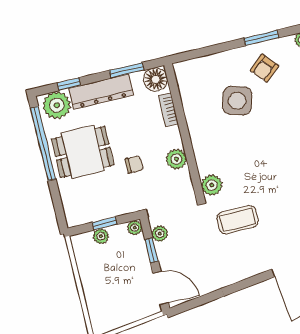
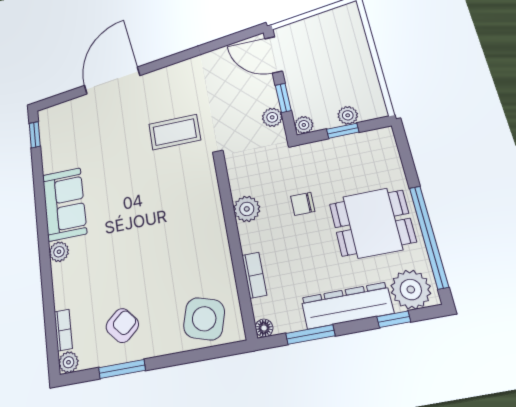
floor lamp: (156, 79) -> (264, 328), width x0.53, depth x0.53
side table: (237, 101) -> (204, 319), moved
plant: (212, 185) -> (204, 175), removed

